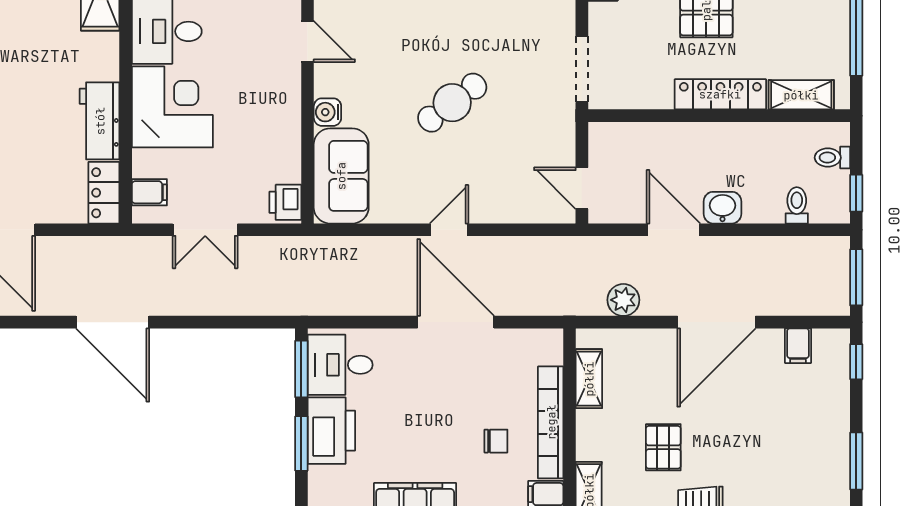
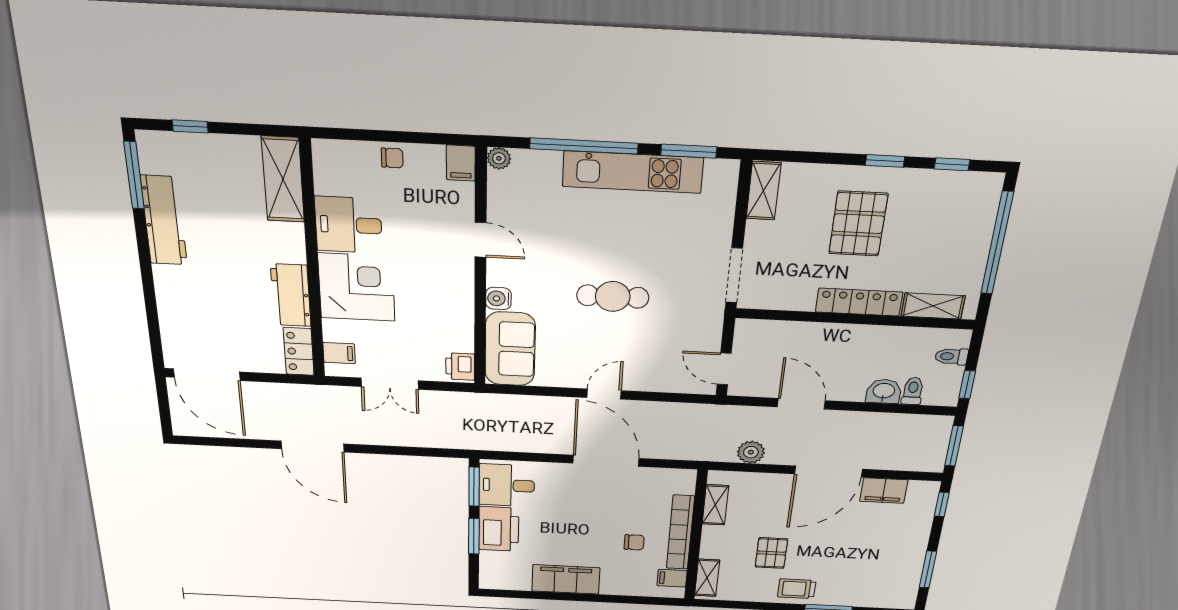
cafe table: (452, 103) -> (613, 297), turned 37
washbasin: (723, 208) -> (884, 391), moved
filing cabinet: (798, 346) -> (884, 491), width x2.00

